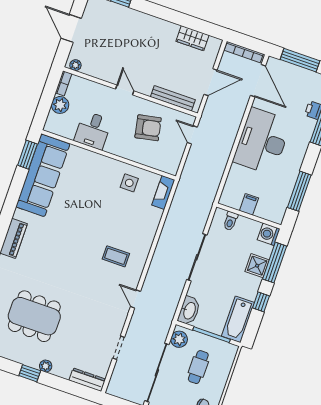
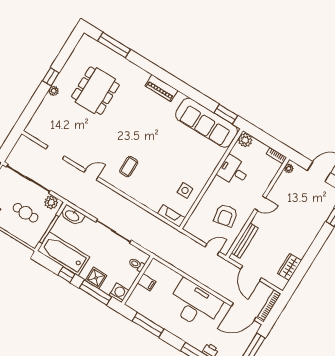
plant: (60, 105) -> (245, 140), moved
bathtub: (238, 319) -> (64, 254), width x1.36, depth x1.36
dresser: (87, 380) -> (35, 122), removed

